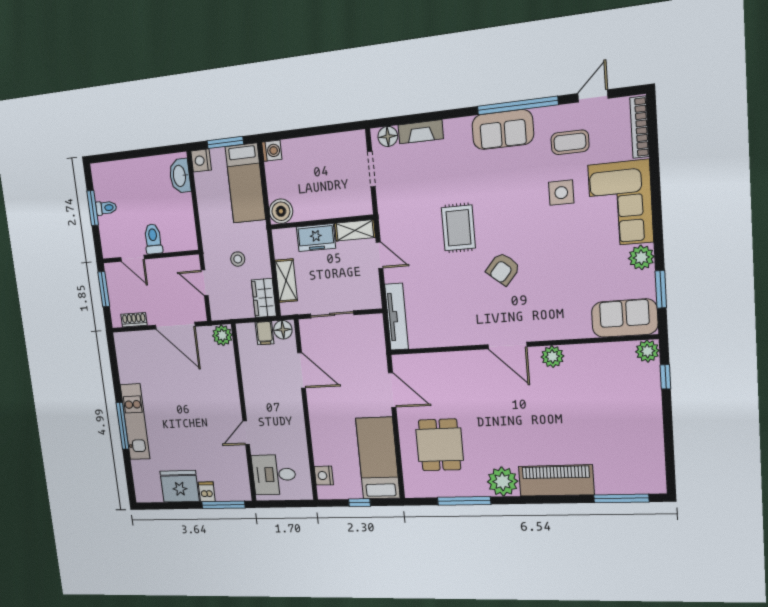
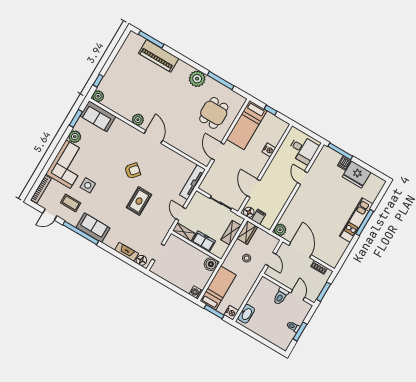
door: (246, 433) -> (302, 178), swing flipped
nightstand: (324, 476) -> (269, 150), moved
piano: (556, 480) -> (159, 56), moved

